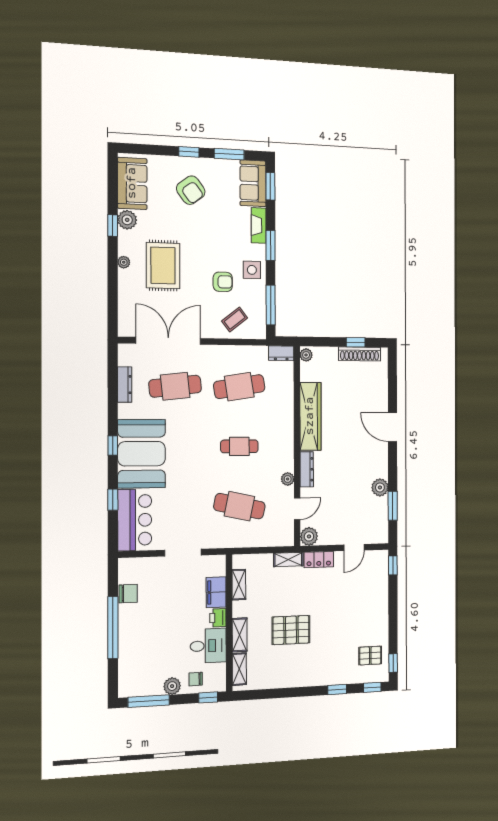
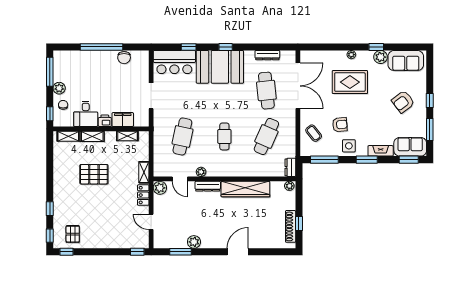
armchair: (223, 282) -> (340, 125), turned -95
cafe table: (239, 387) -> (266, 136), turned 33
pallet: (291, 630) -> (94, 174), turned 90

